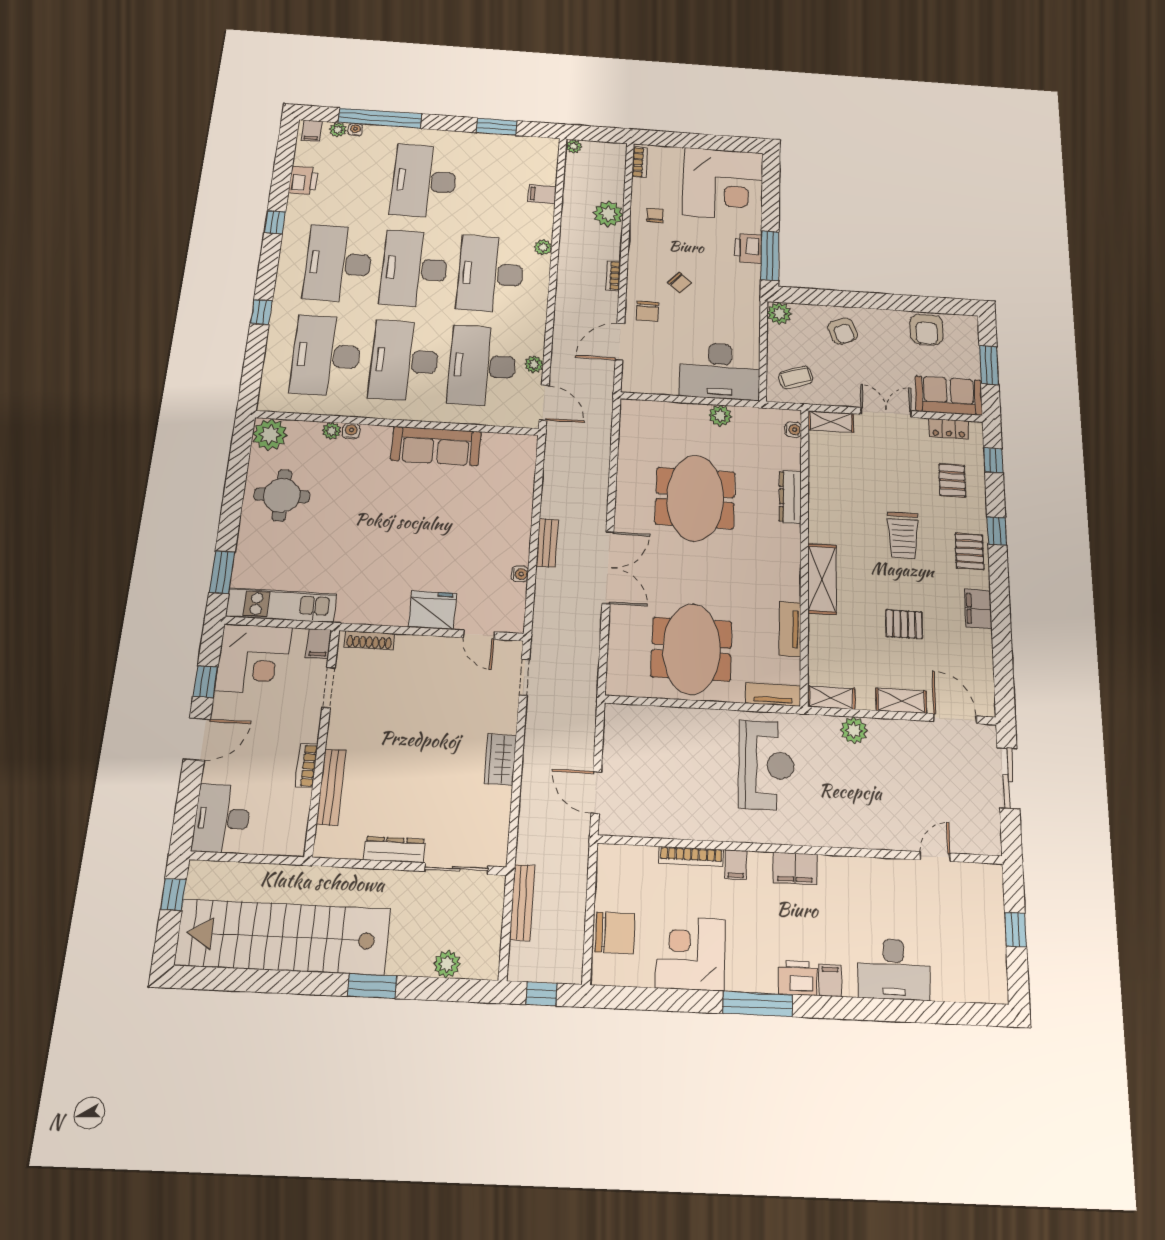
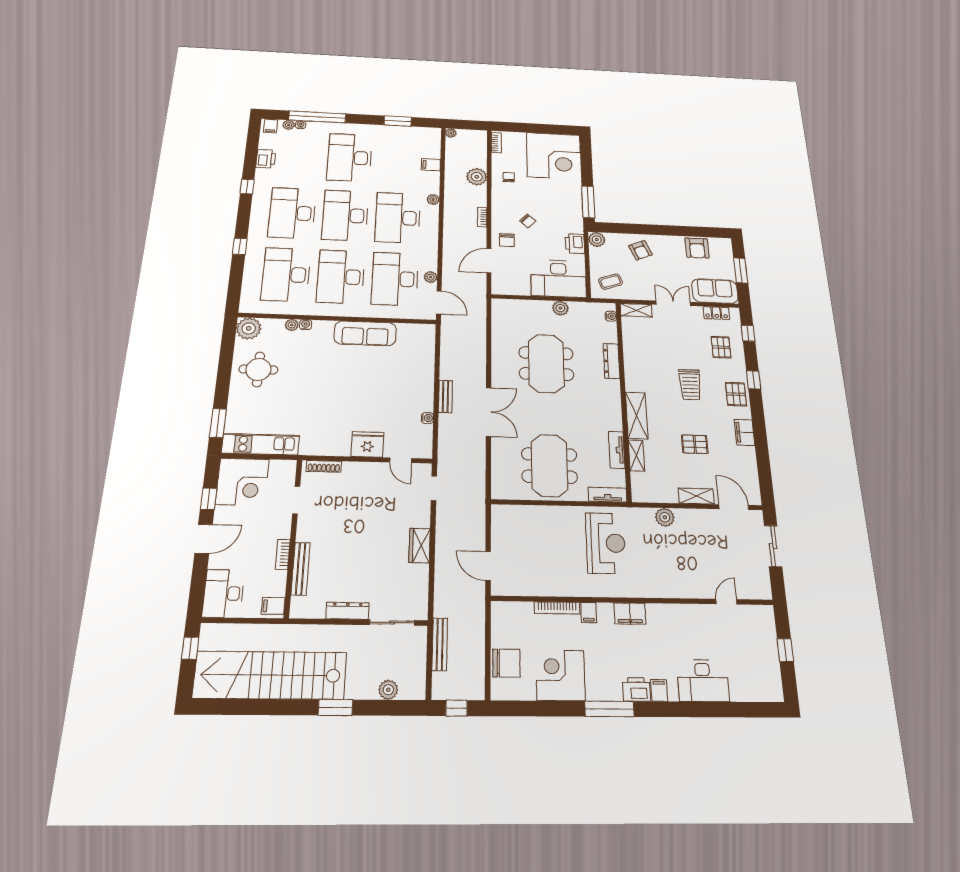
printer: (748, 248) -> (575, 244), moved
filing cabinet: (319, 644) -> (273, 606), moved, turned 90
shelving: (831, 698) -> (636, 456), moved, turned 90

